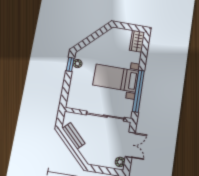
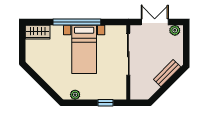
window: (70, 64) -> (105, 103), moved
window: (138, 91) -> (77, 22), moved
bench: (74, 136) -> (167, 73), moved

